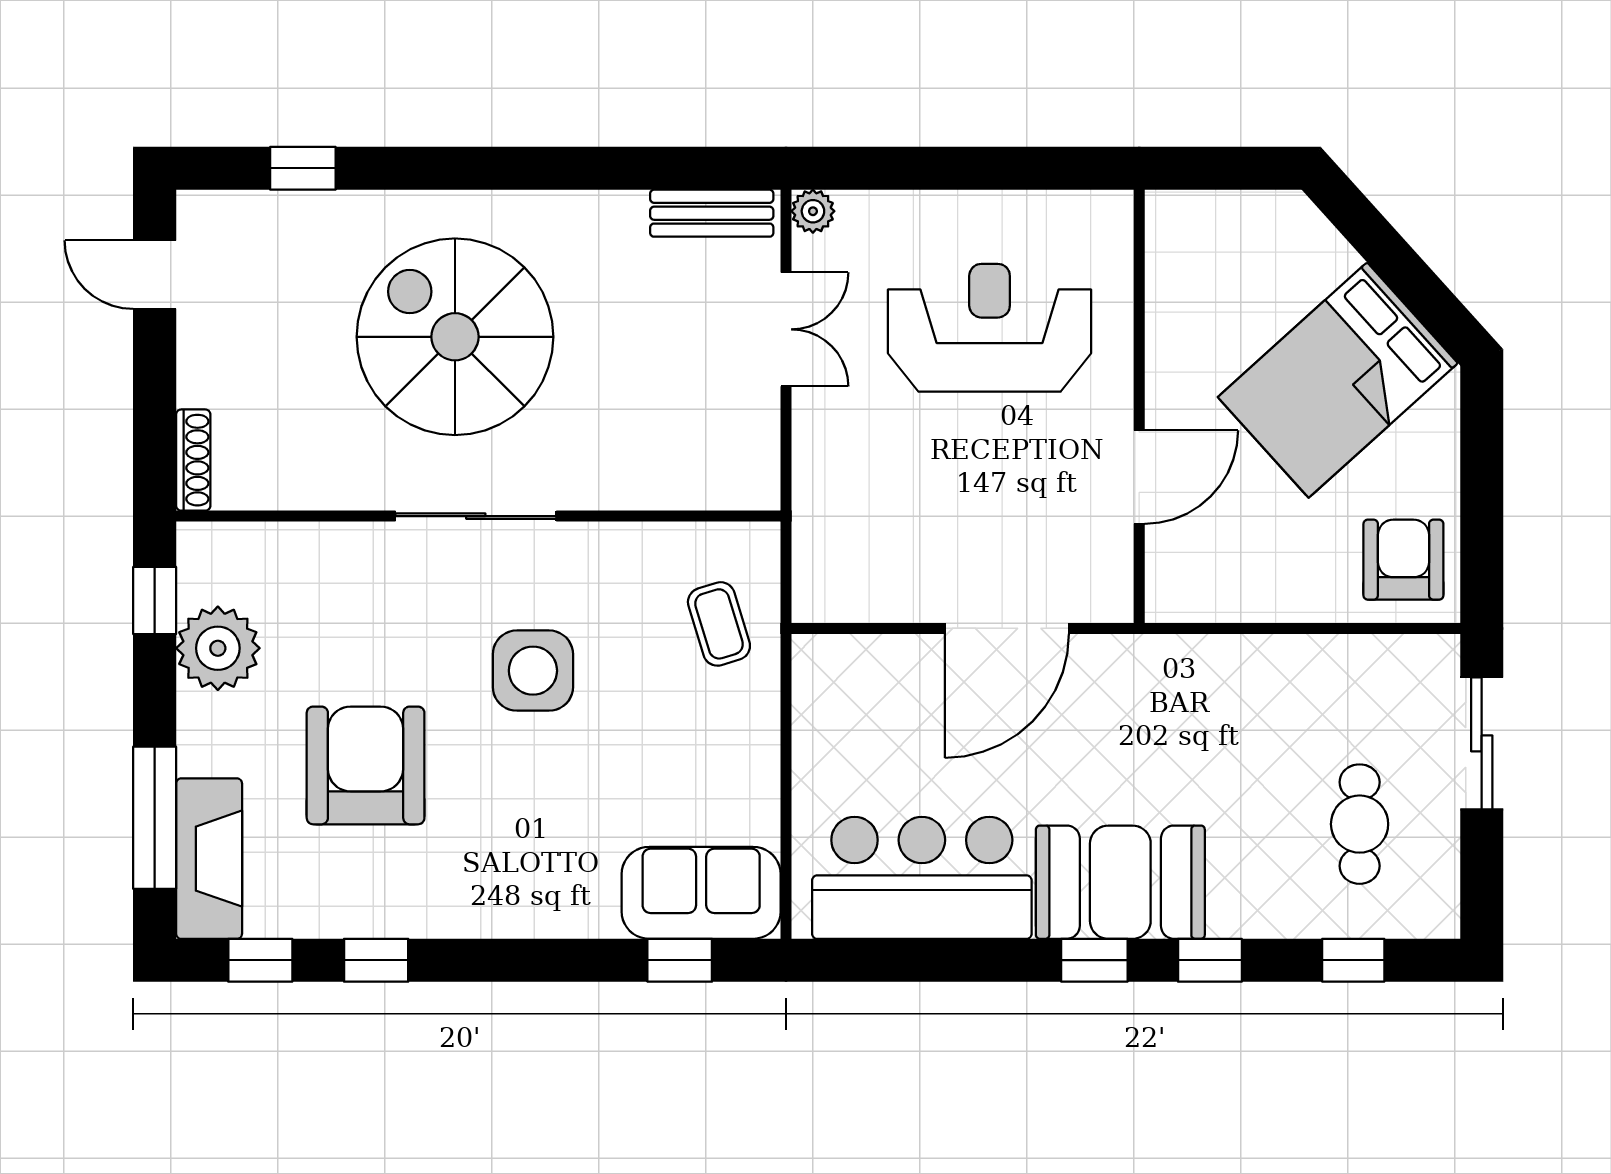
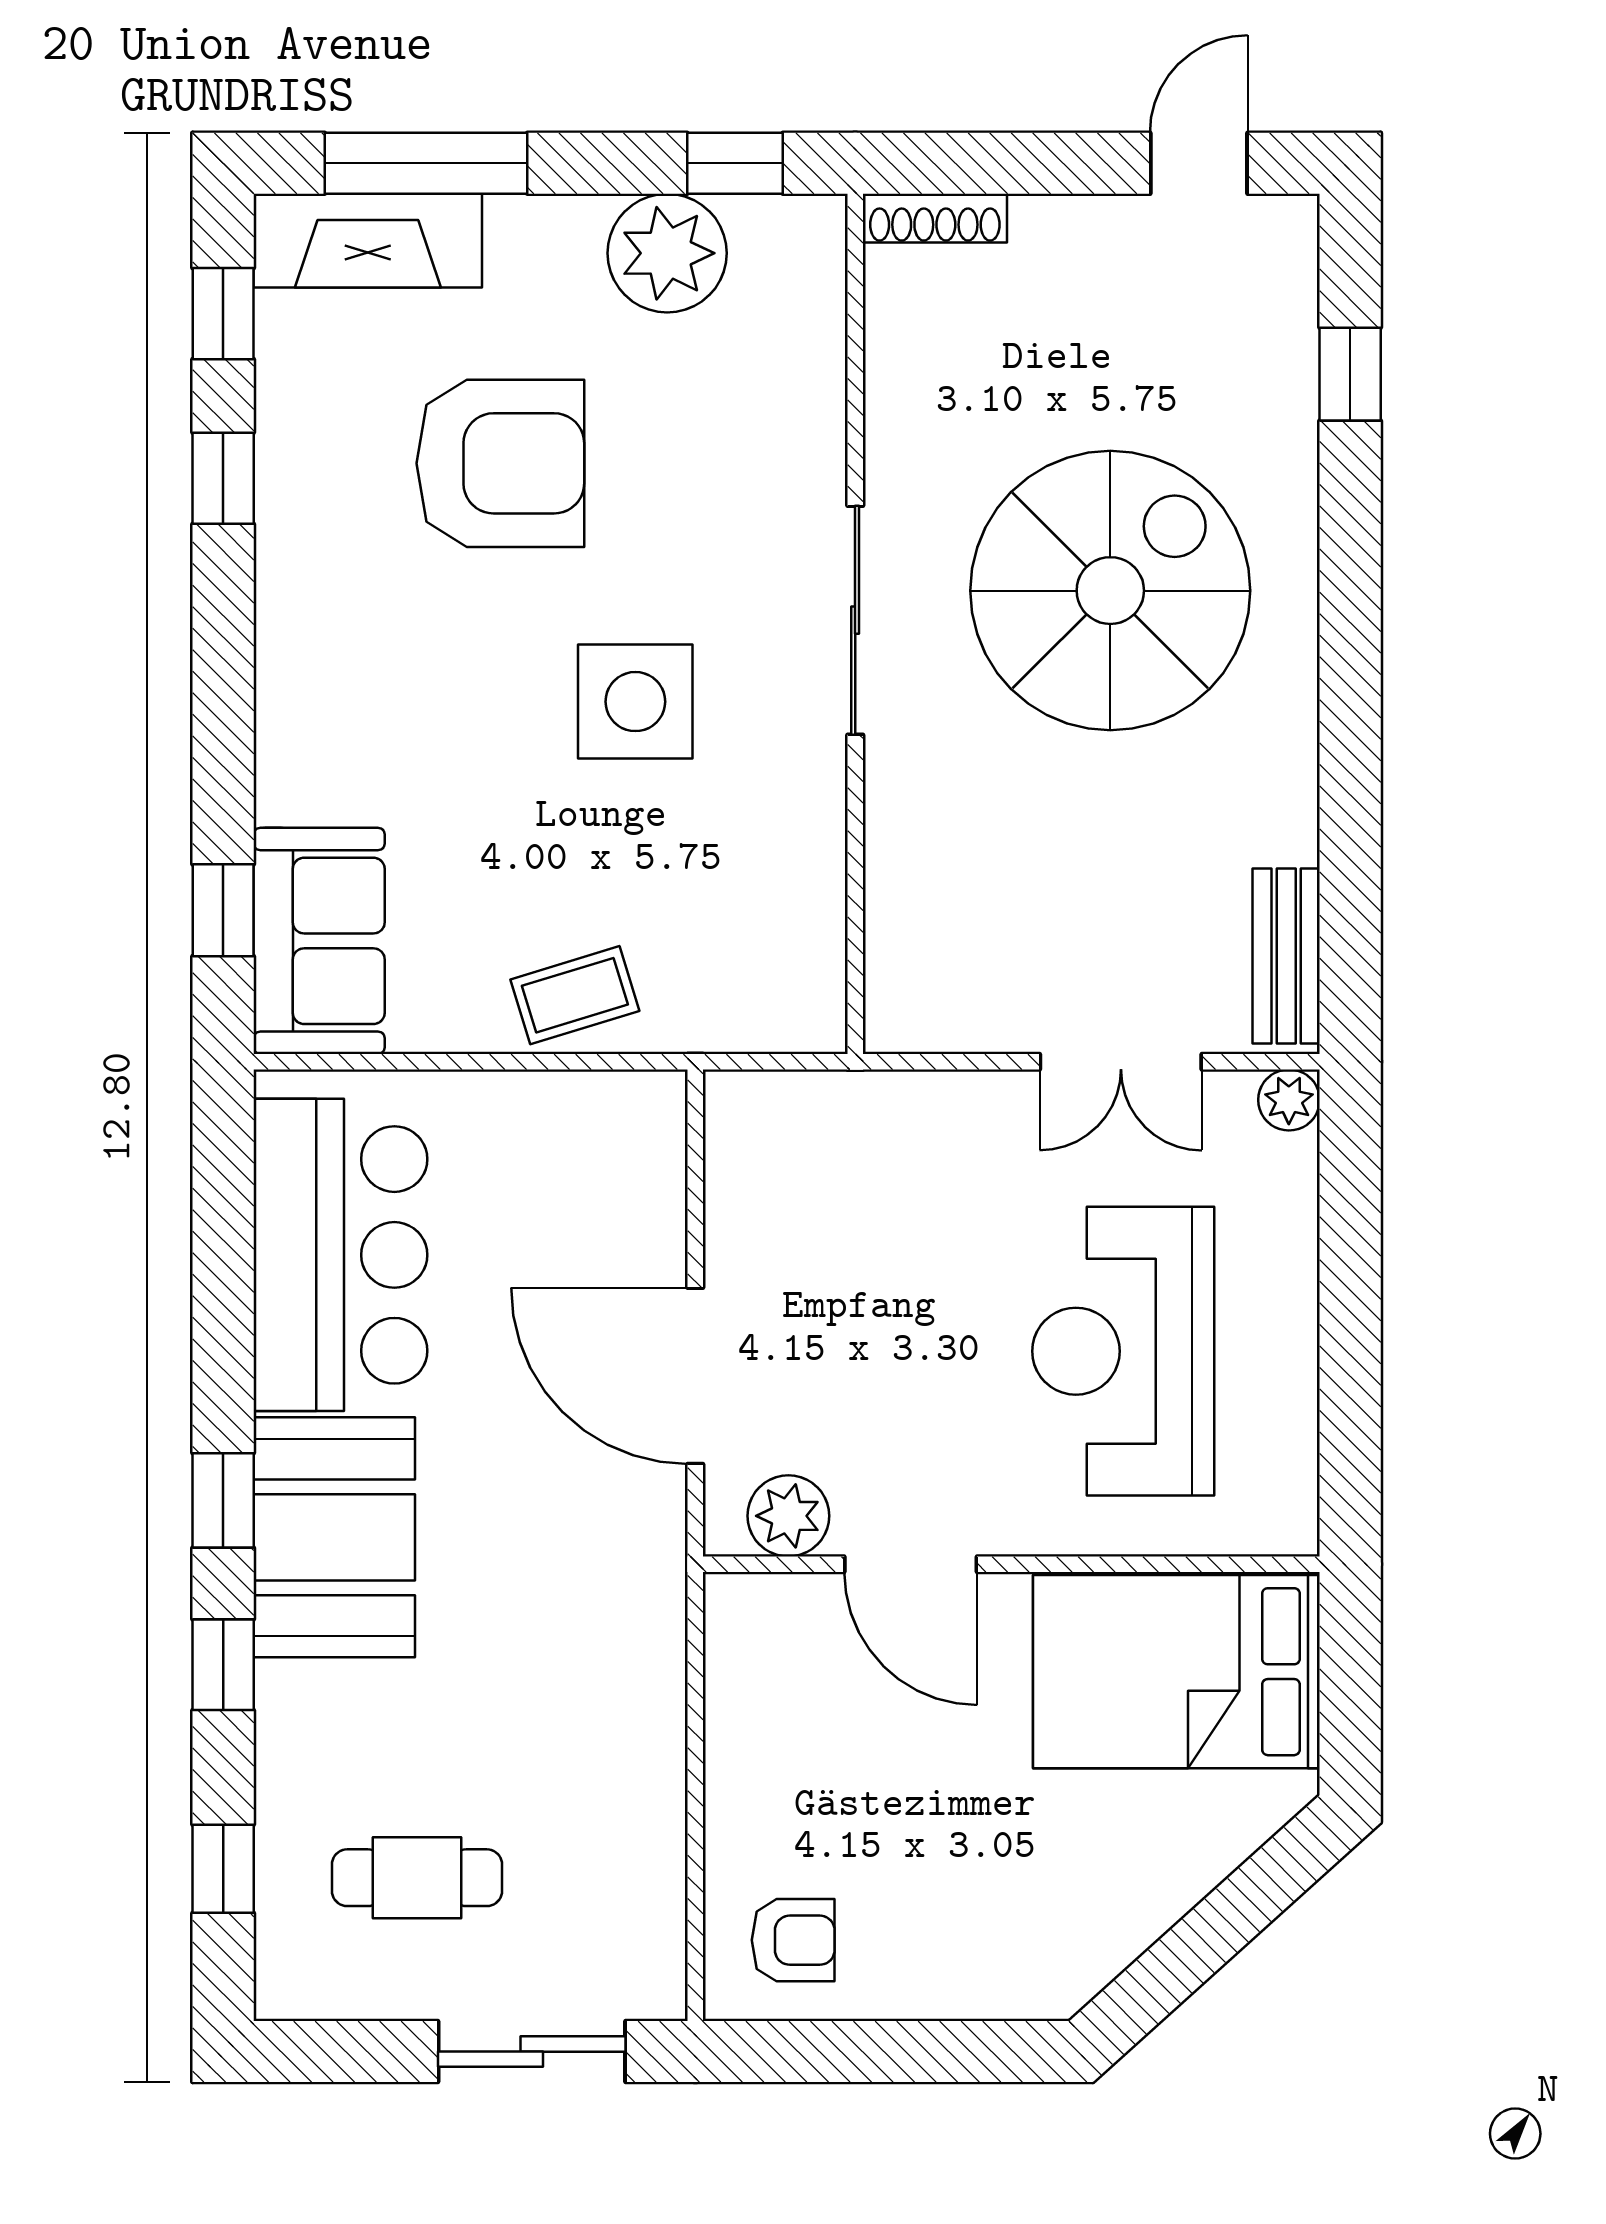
reception desk: (990, 328) -> (1123, 1351), turned 180
bed: (1338, 380) -> (1176, 1672), moved, turned -48
armchair: (1403, 560) -> (793, 1940), width x0.72, depth x0.72
plant: (1105, 563) -> (788, 1516), added
coffee table: (719, 624) -> (575, 995), moved

